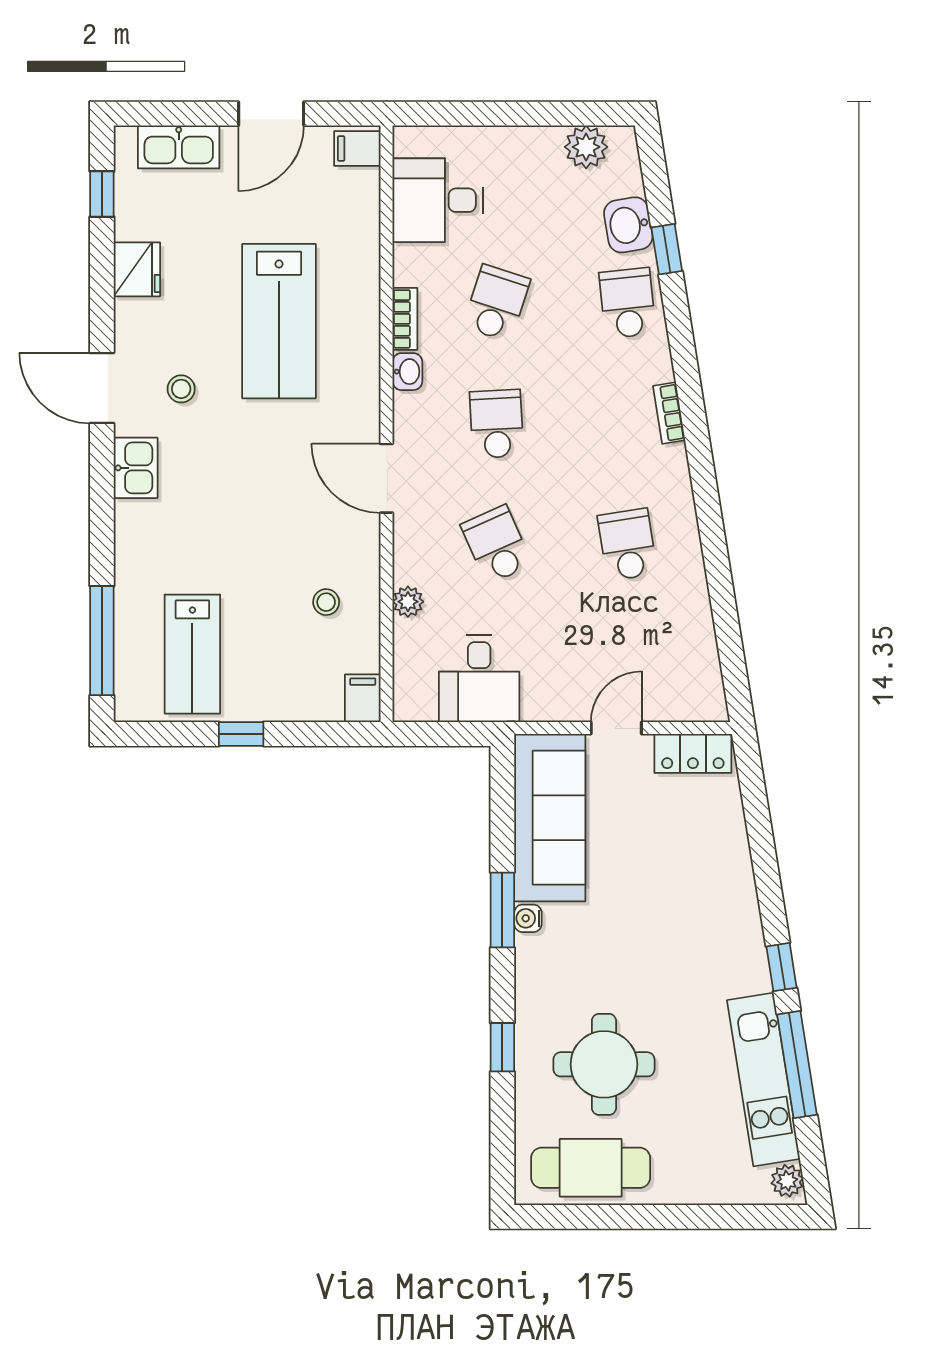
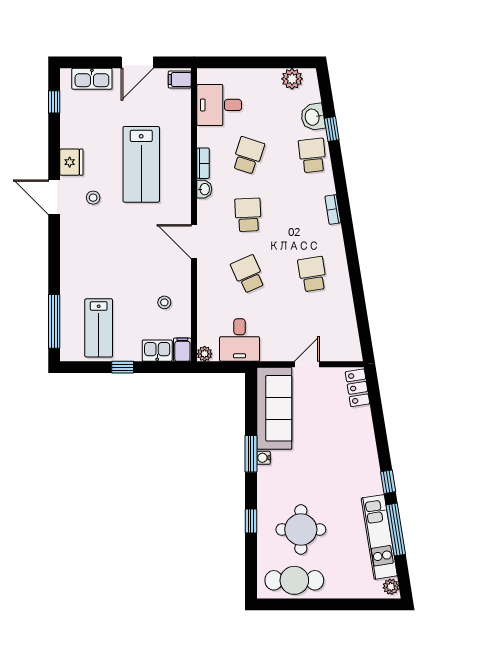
fridge: (137, 269) -> (71, 162), moved
kitchen sink: (136, 468) -> (157, 351), moved, turned -90
plant: (408, 602) -> (205, 354), moved
locker: (693, 753) -> (358, 388), moved, turned 81

